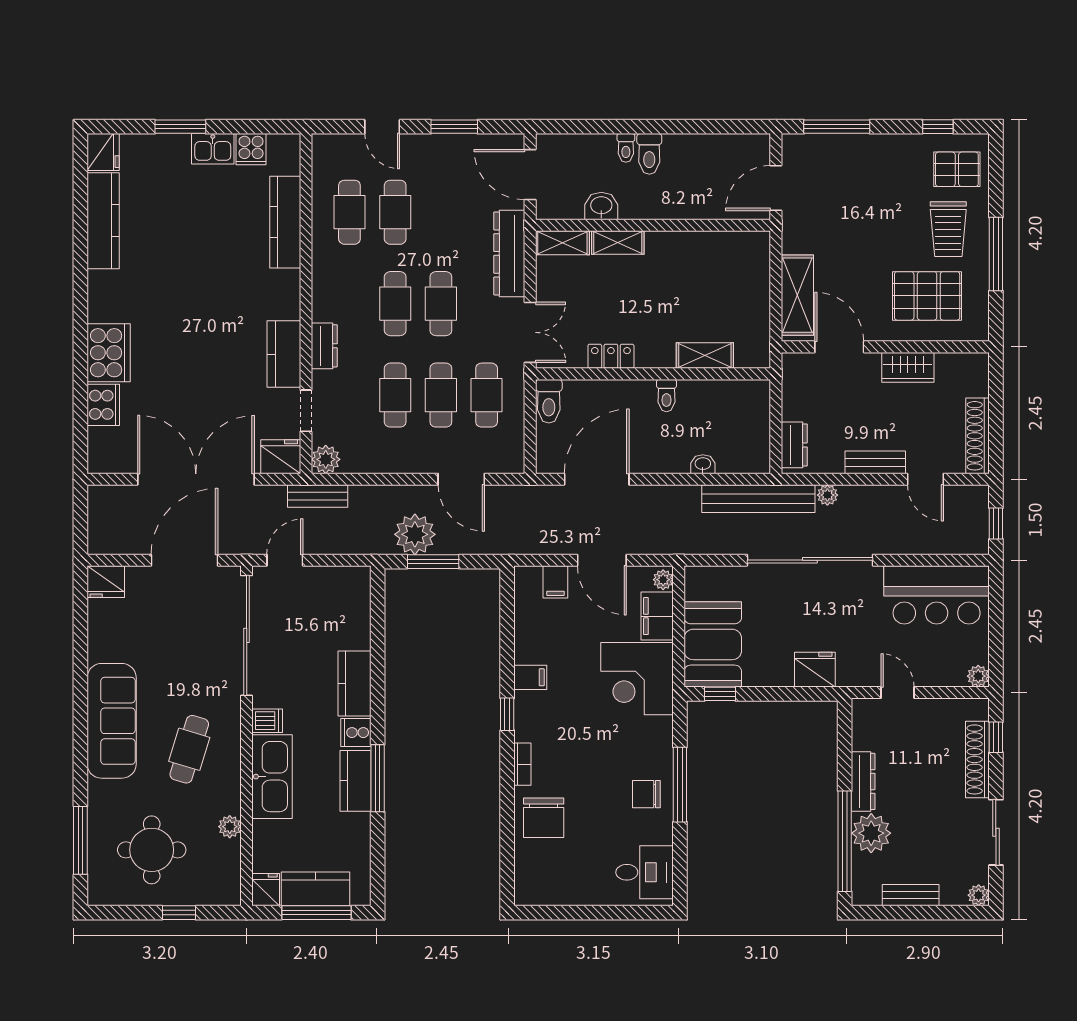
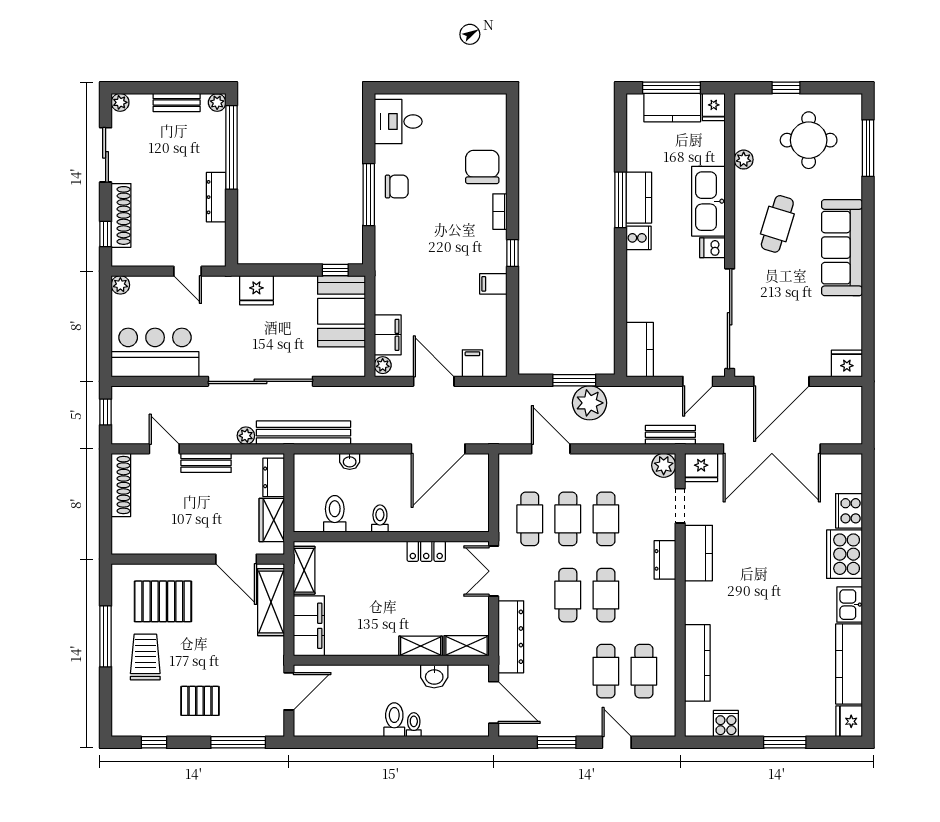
kitchen sink: (213, 149) -> (850, 605), moved, turned -90
pallet: (957, 169) -> (200, 701), moved
filing cabinet: (752, 267) -> (309, 626), added
shelving: (705, 356) -> (304, 570), moved, turned 90
wardrobe: (908, 367) -> (272, 520), moved, turned -90
toilet: (549, 401) -> (335, 514), moved
corner desk: (637, 679) -> (404, 283), removed
kitchen counter: (354, 684) -> (640, 350), moved
plant: (871, 833) -> (217, 103), moved, width x0.53, depth x0.53

